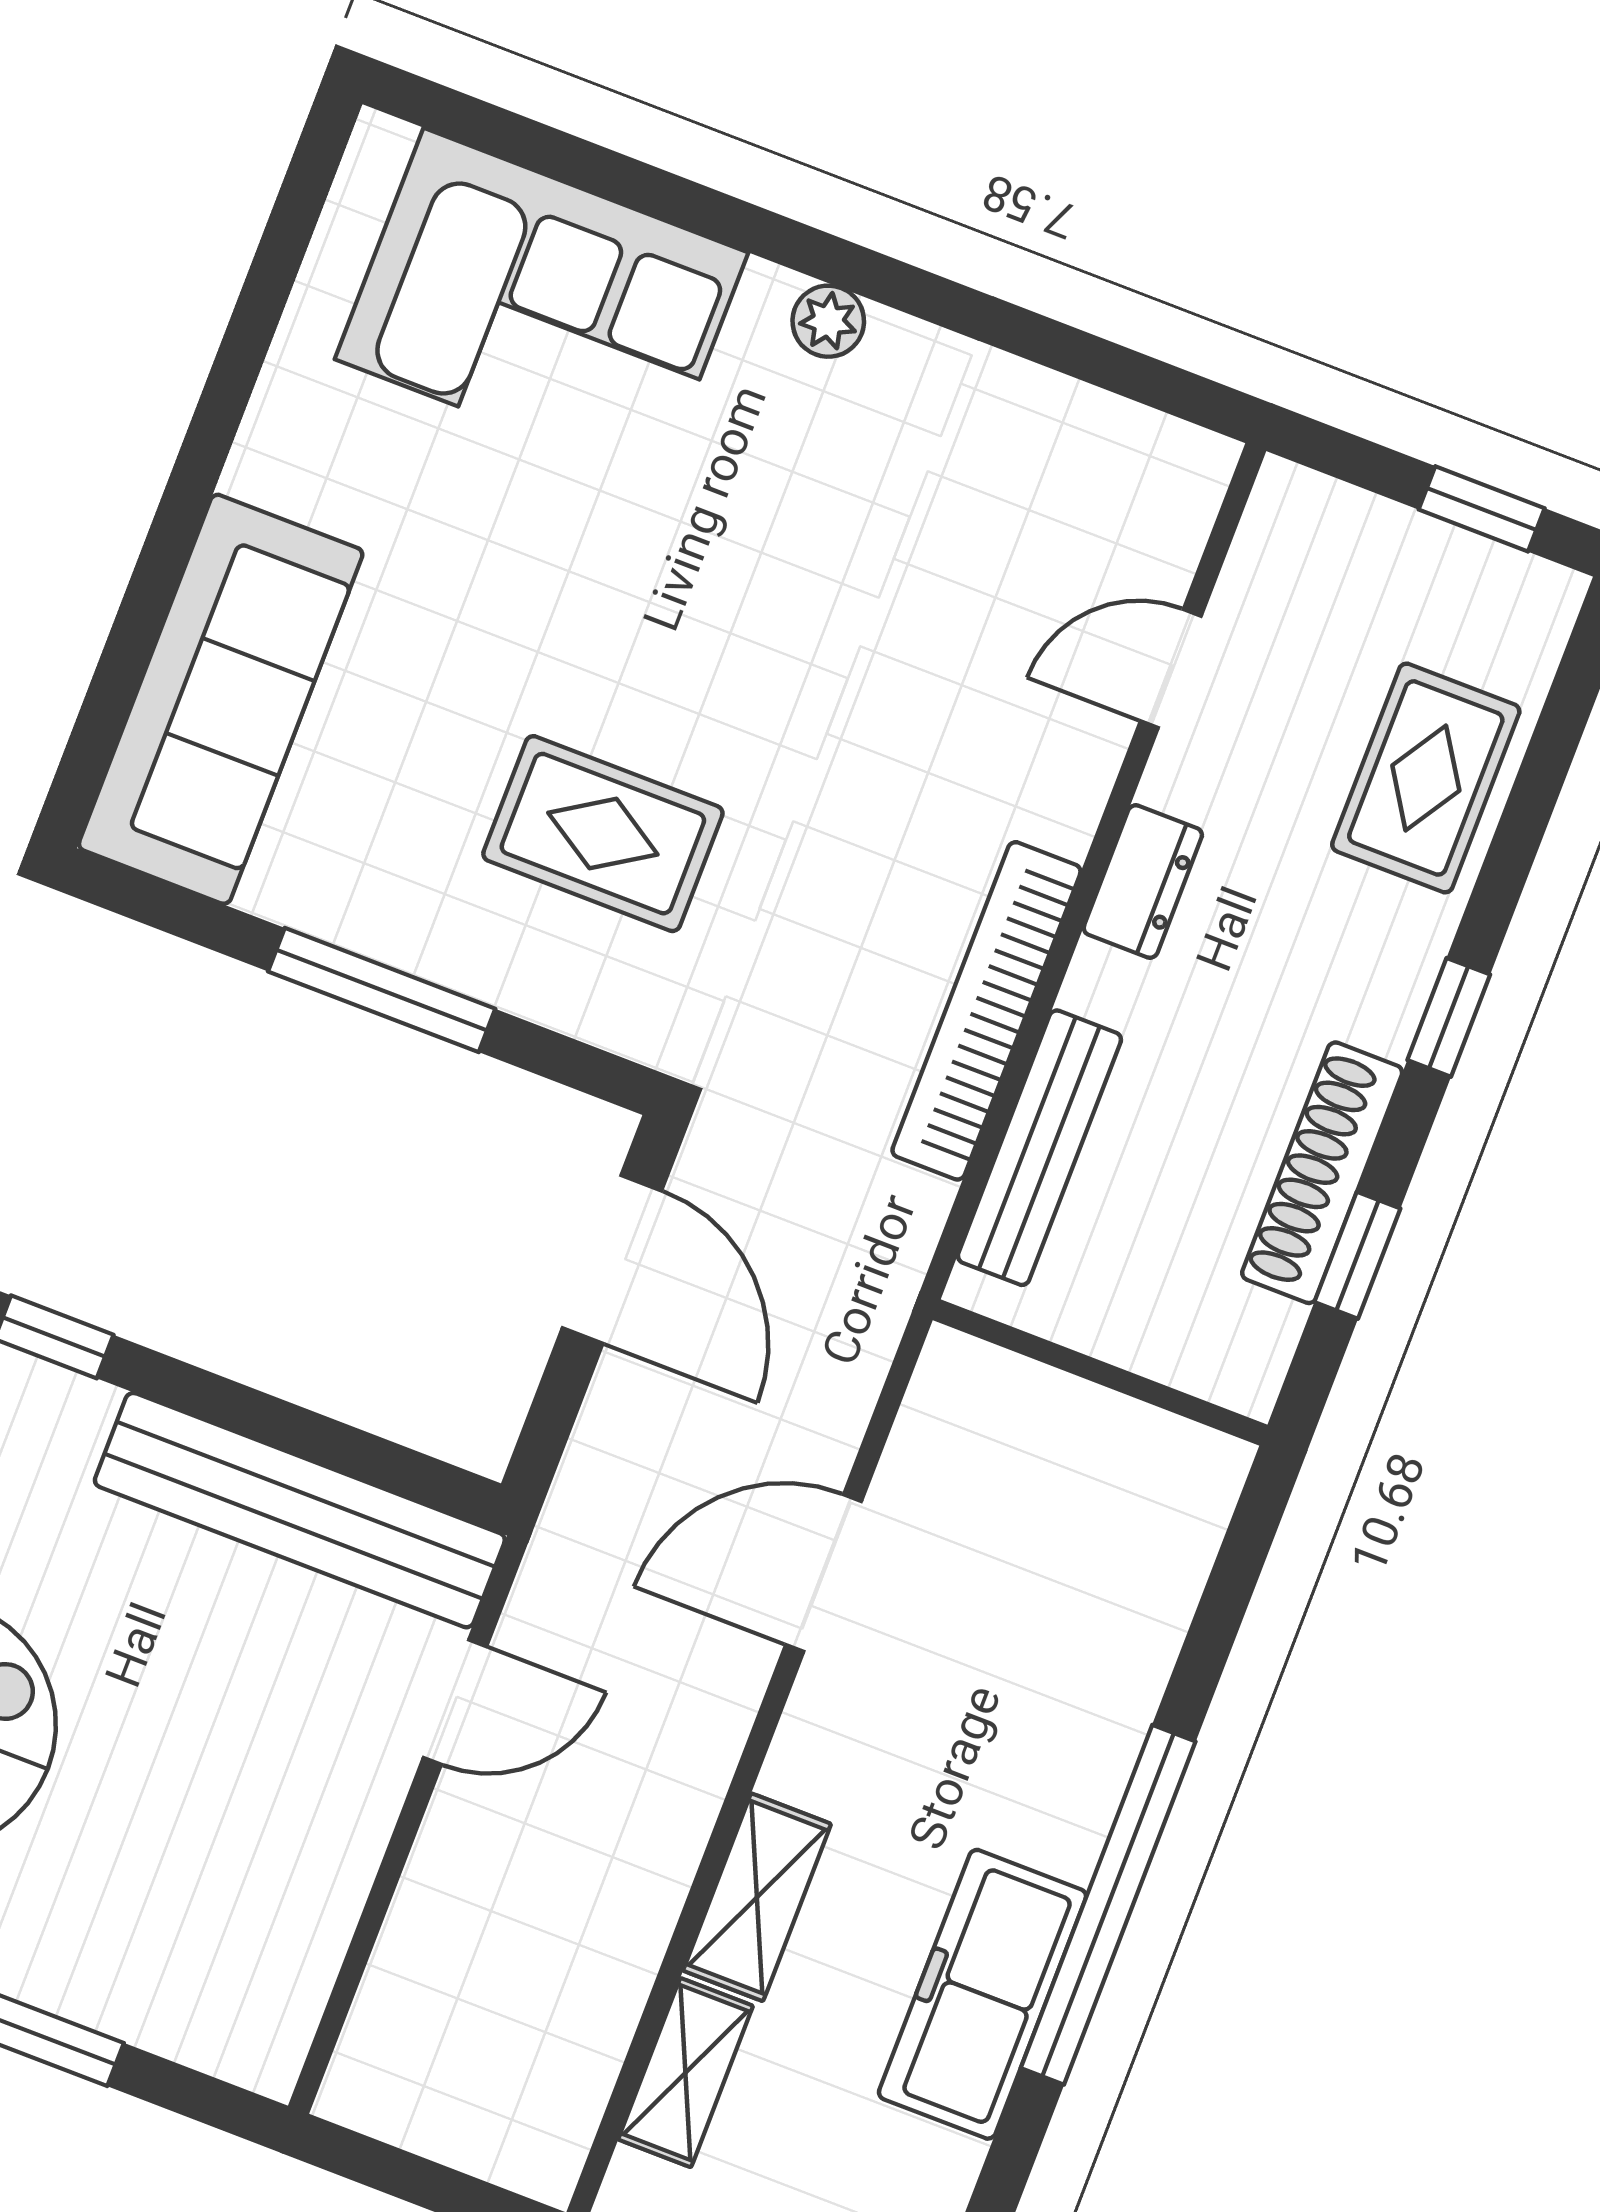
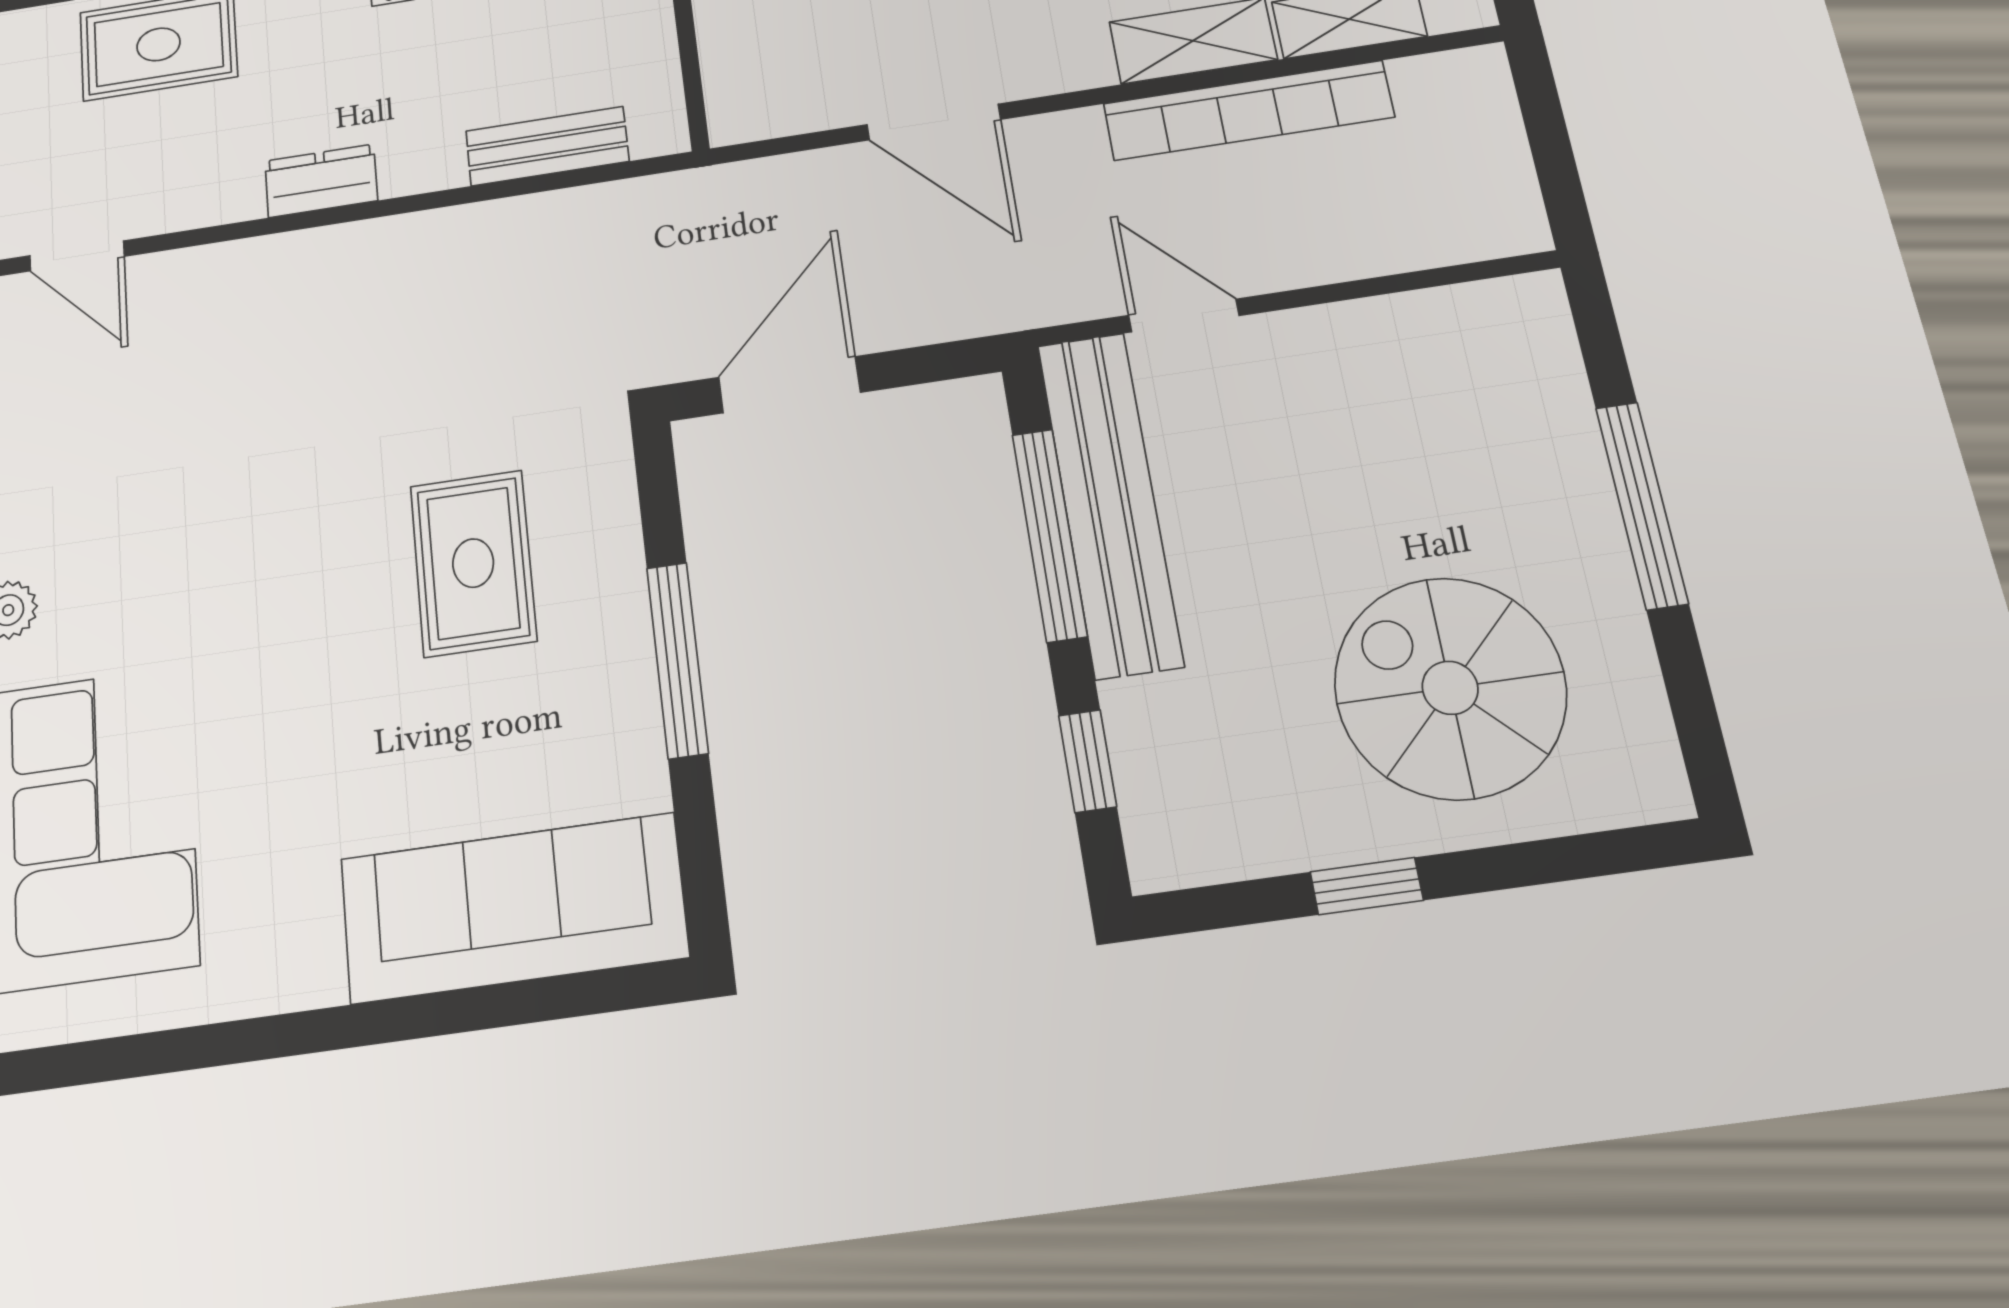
door: (1171, 669) -> (77, 256), moved
bookcase: (986, 1011) -> (1248, 110), moved
bench: (1039, 1148) -> (547, 146), width x0.73
window: (301, 1432) -> (1049, 535), added

